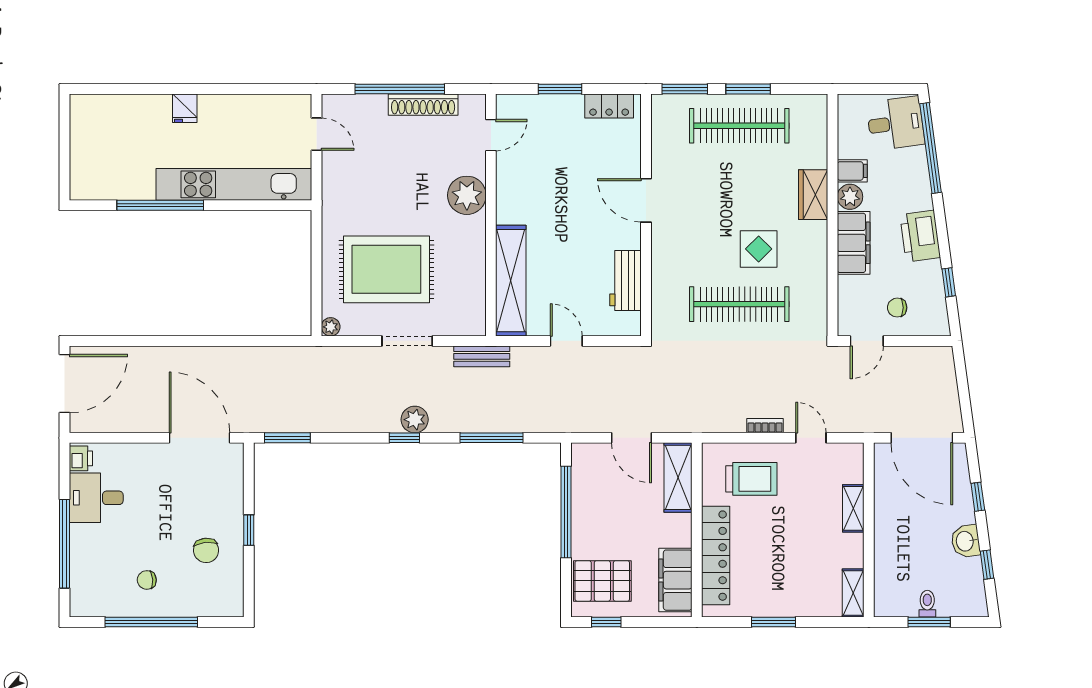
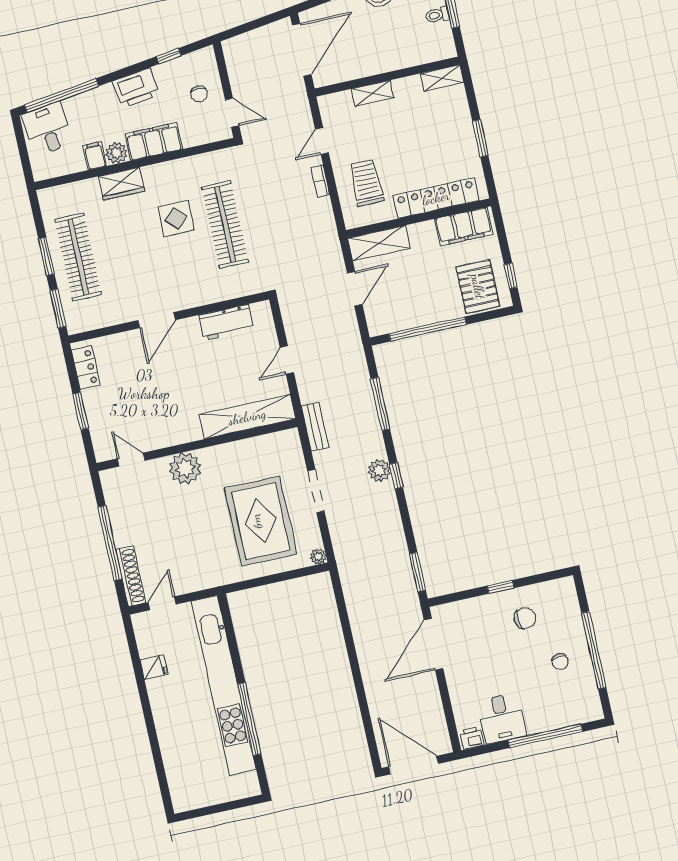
shoe rack: (423, 105) -> (131, 576), moved
fridge: (185, 108) -> (154, 667), moved
kitchen unit: (234, 184) -> (224, 685), width x1.36

